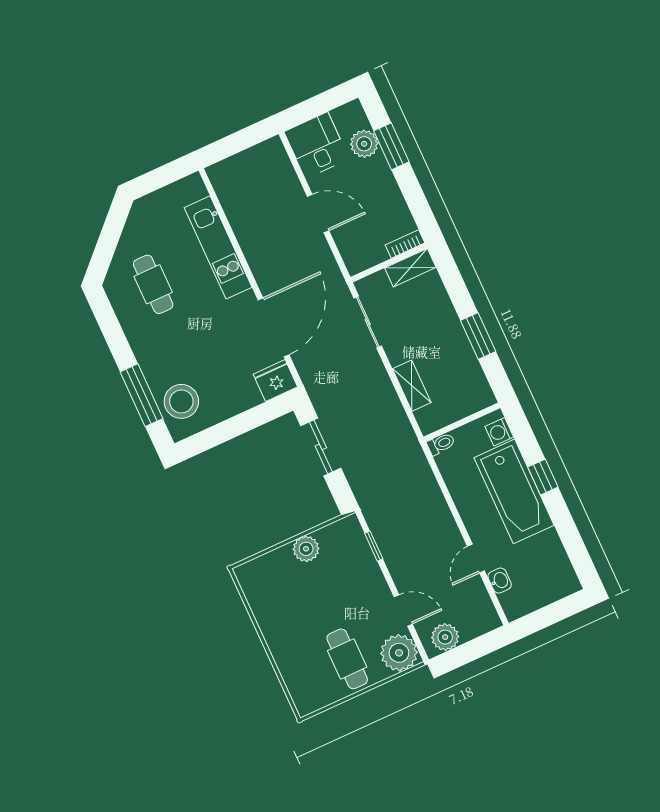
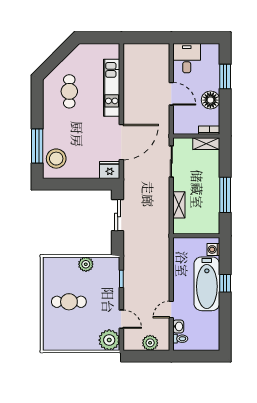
plant: (364, 144) -> (212, 69), removed
floor lamp: (385, 195) -> (210, 100), added
window: (478, 336) -> (225, 195), width x1.44
toilet: (441, 444) -> (180, 339), moved
plant: (445, 637) -> (150, 343), moved
cafe table: (347, 659) -> (69, 302), moved, turned 90

